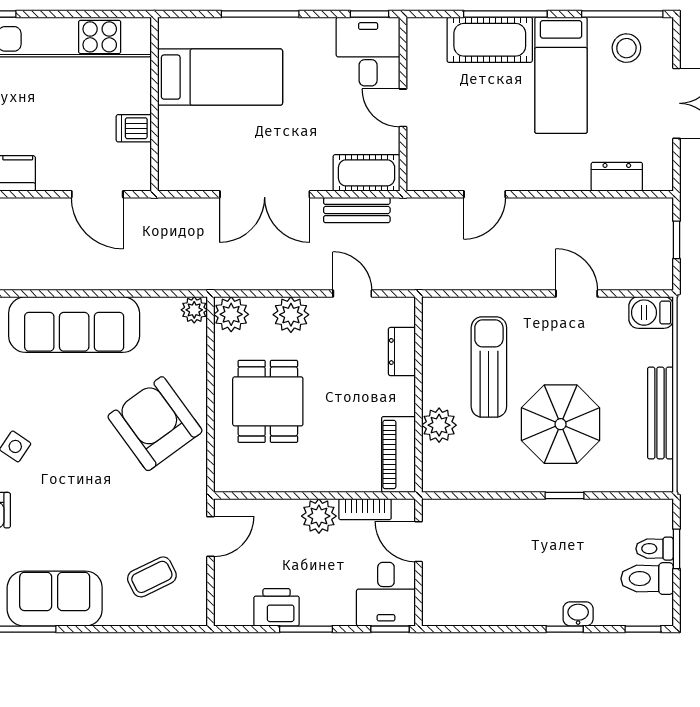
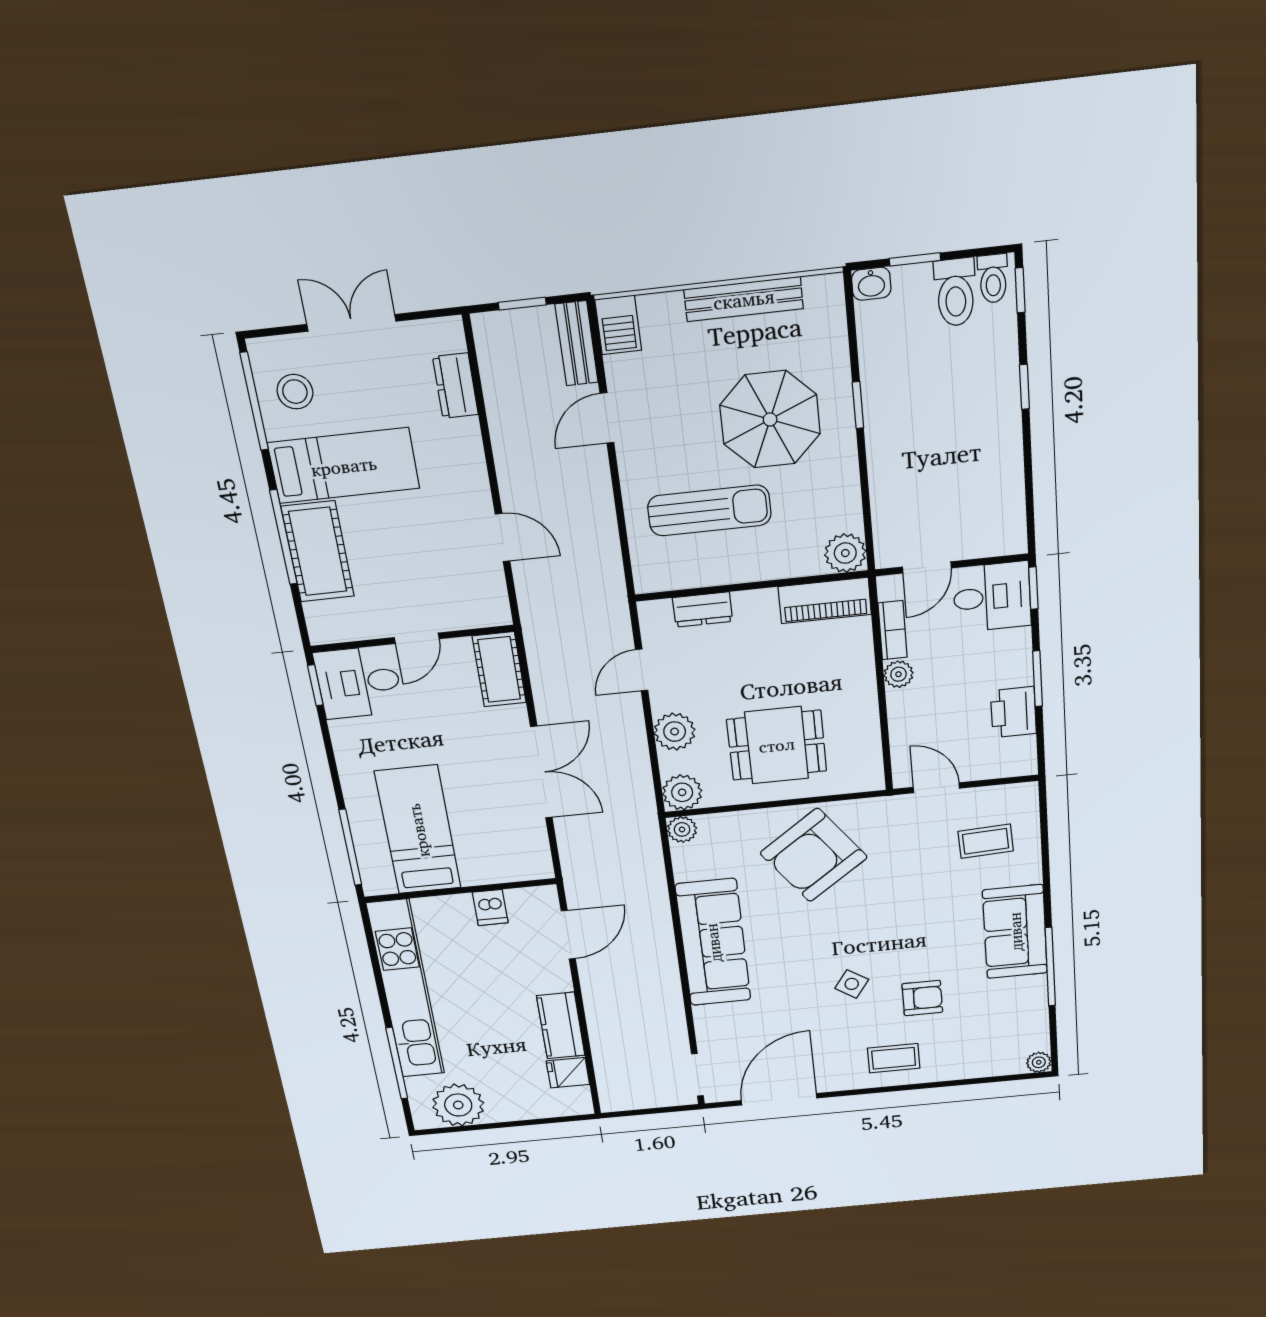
window: (260, 14) -> (350, 847), moved
bench: (357, 210) -> (577, 343), moved
sun lounger: (489, 367) -> (709, 511), turned 180
plant: (439, 425) -> (845, 553), moved
plant: (319, 516) -> (898, 674), width x0.73, depth x0.73
toilet: (655, 549) -> (993, 279), moved
coffee table: (152, 577) -> (986, 841), turned -67
washbasin: (578, 614) -> (871, 284), moved, turned -90

